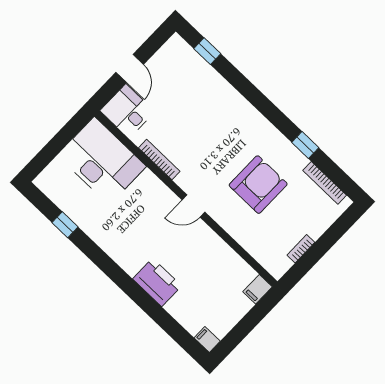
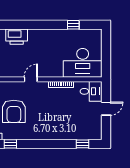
door: (130, 68) -> (106, 109), swing flipped

